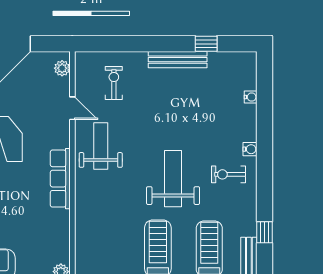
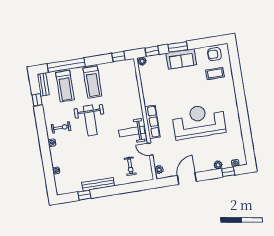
weight bench: (101, 146) -> (132, 132), turned 90
row of seats: (60, 179) -> (152, 122), moved

